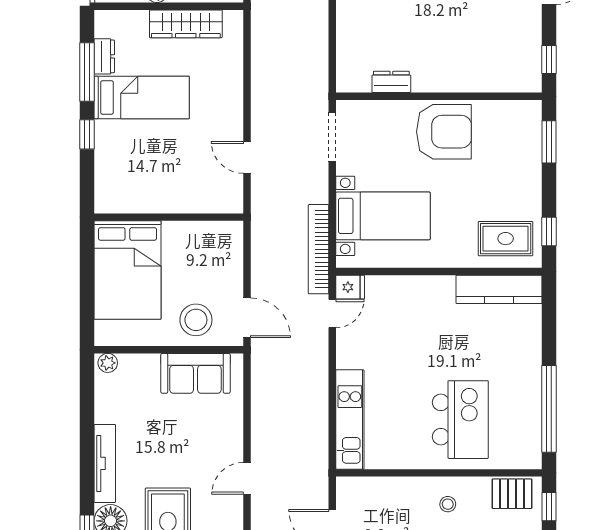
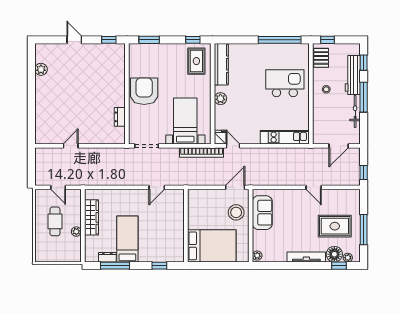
window: (87, 134) -> (159, 266), moved
plant: (429, 288) -> (220, 99), added

